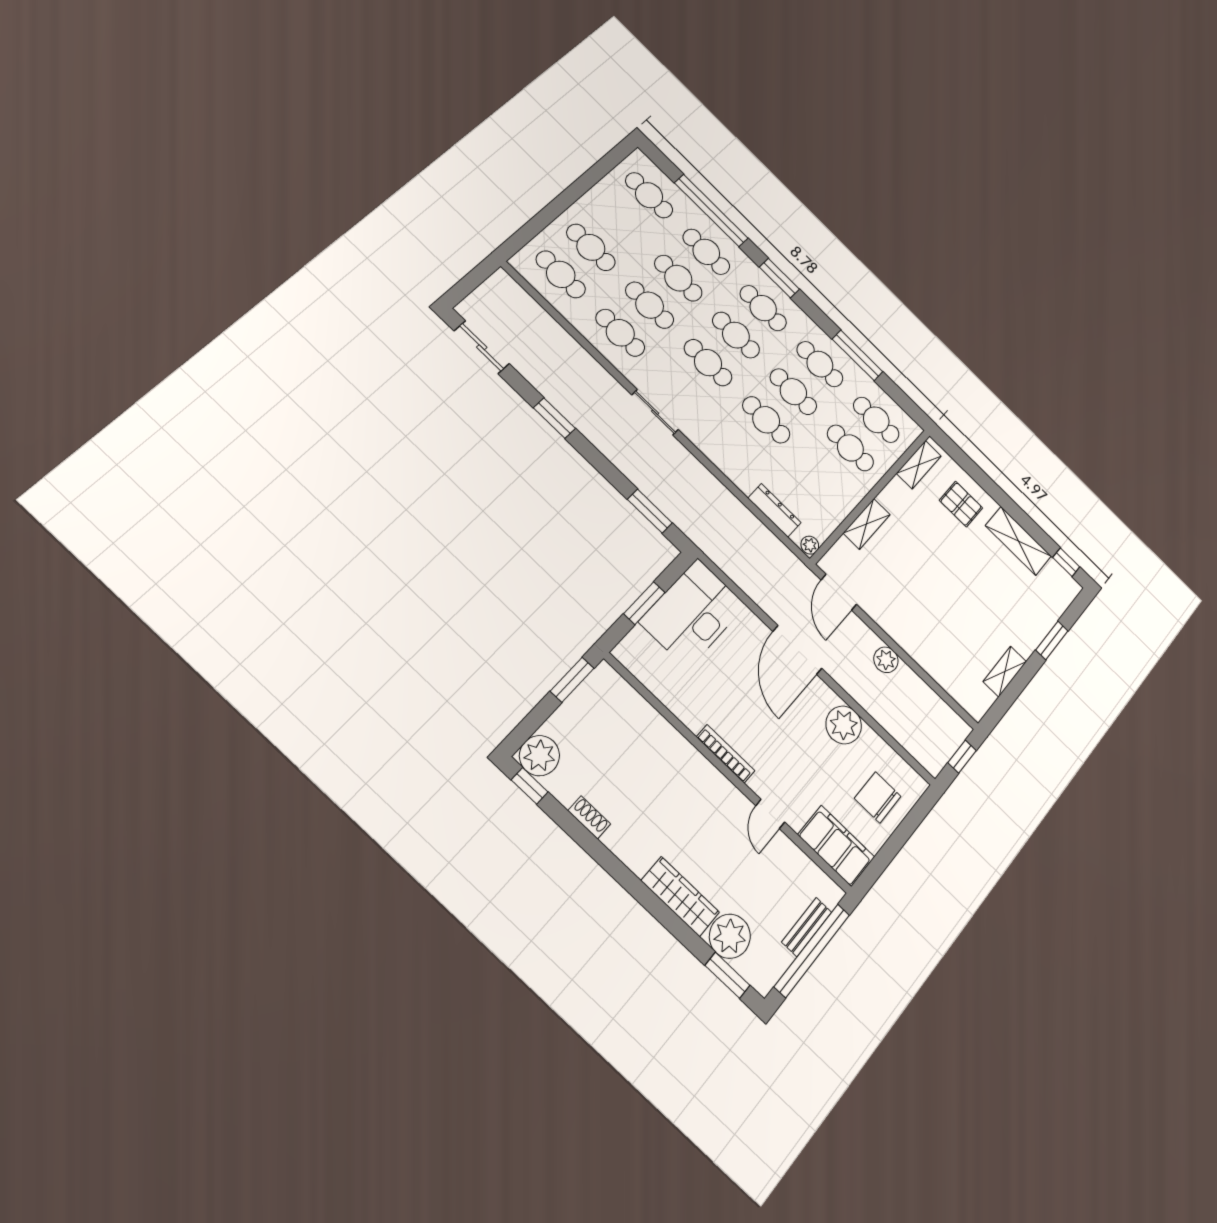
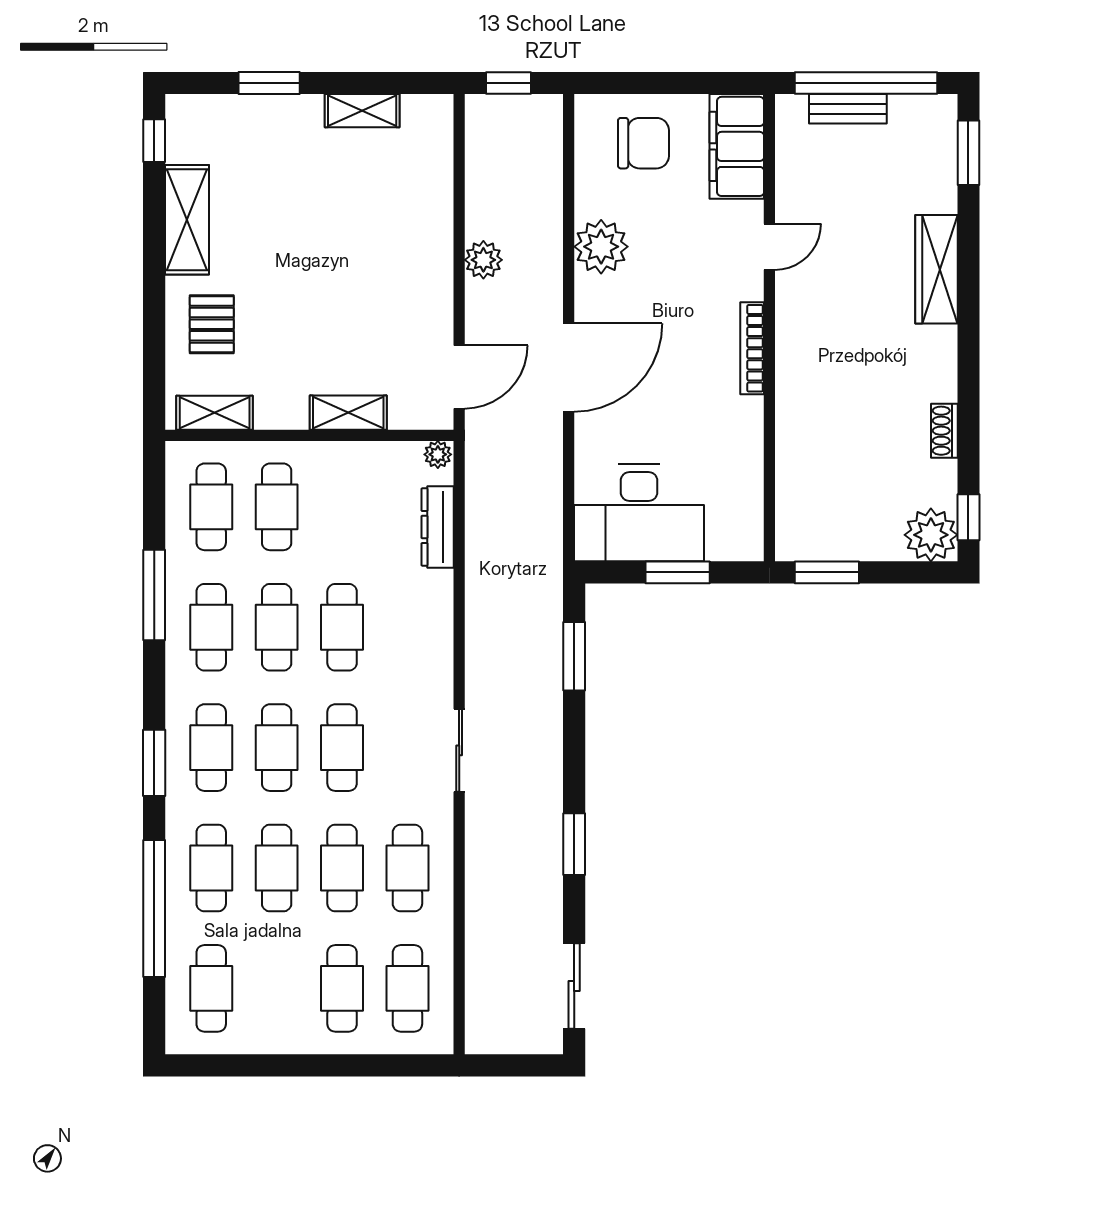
chair: (878, 797) -> (643, 143), turned -90
plant: (730, 936) -> (929, 183), removed

